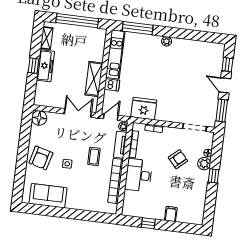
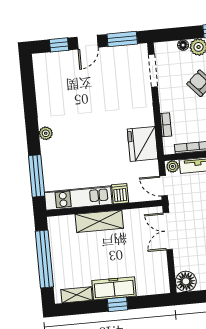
shelving: (94, 79) -> (99, 221), moved

